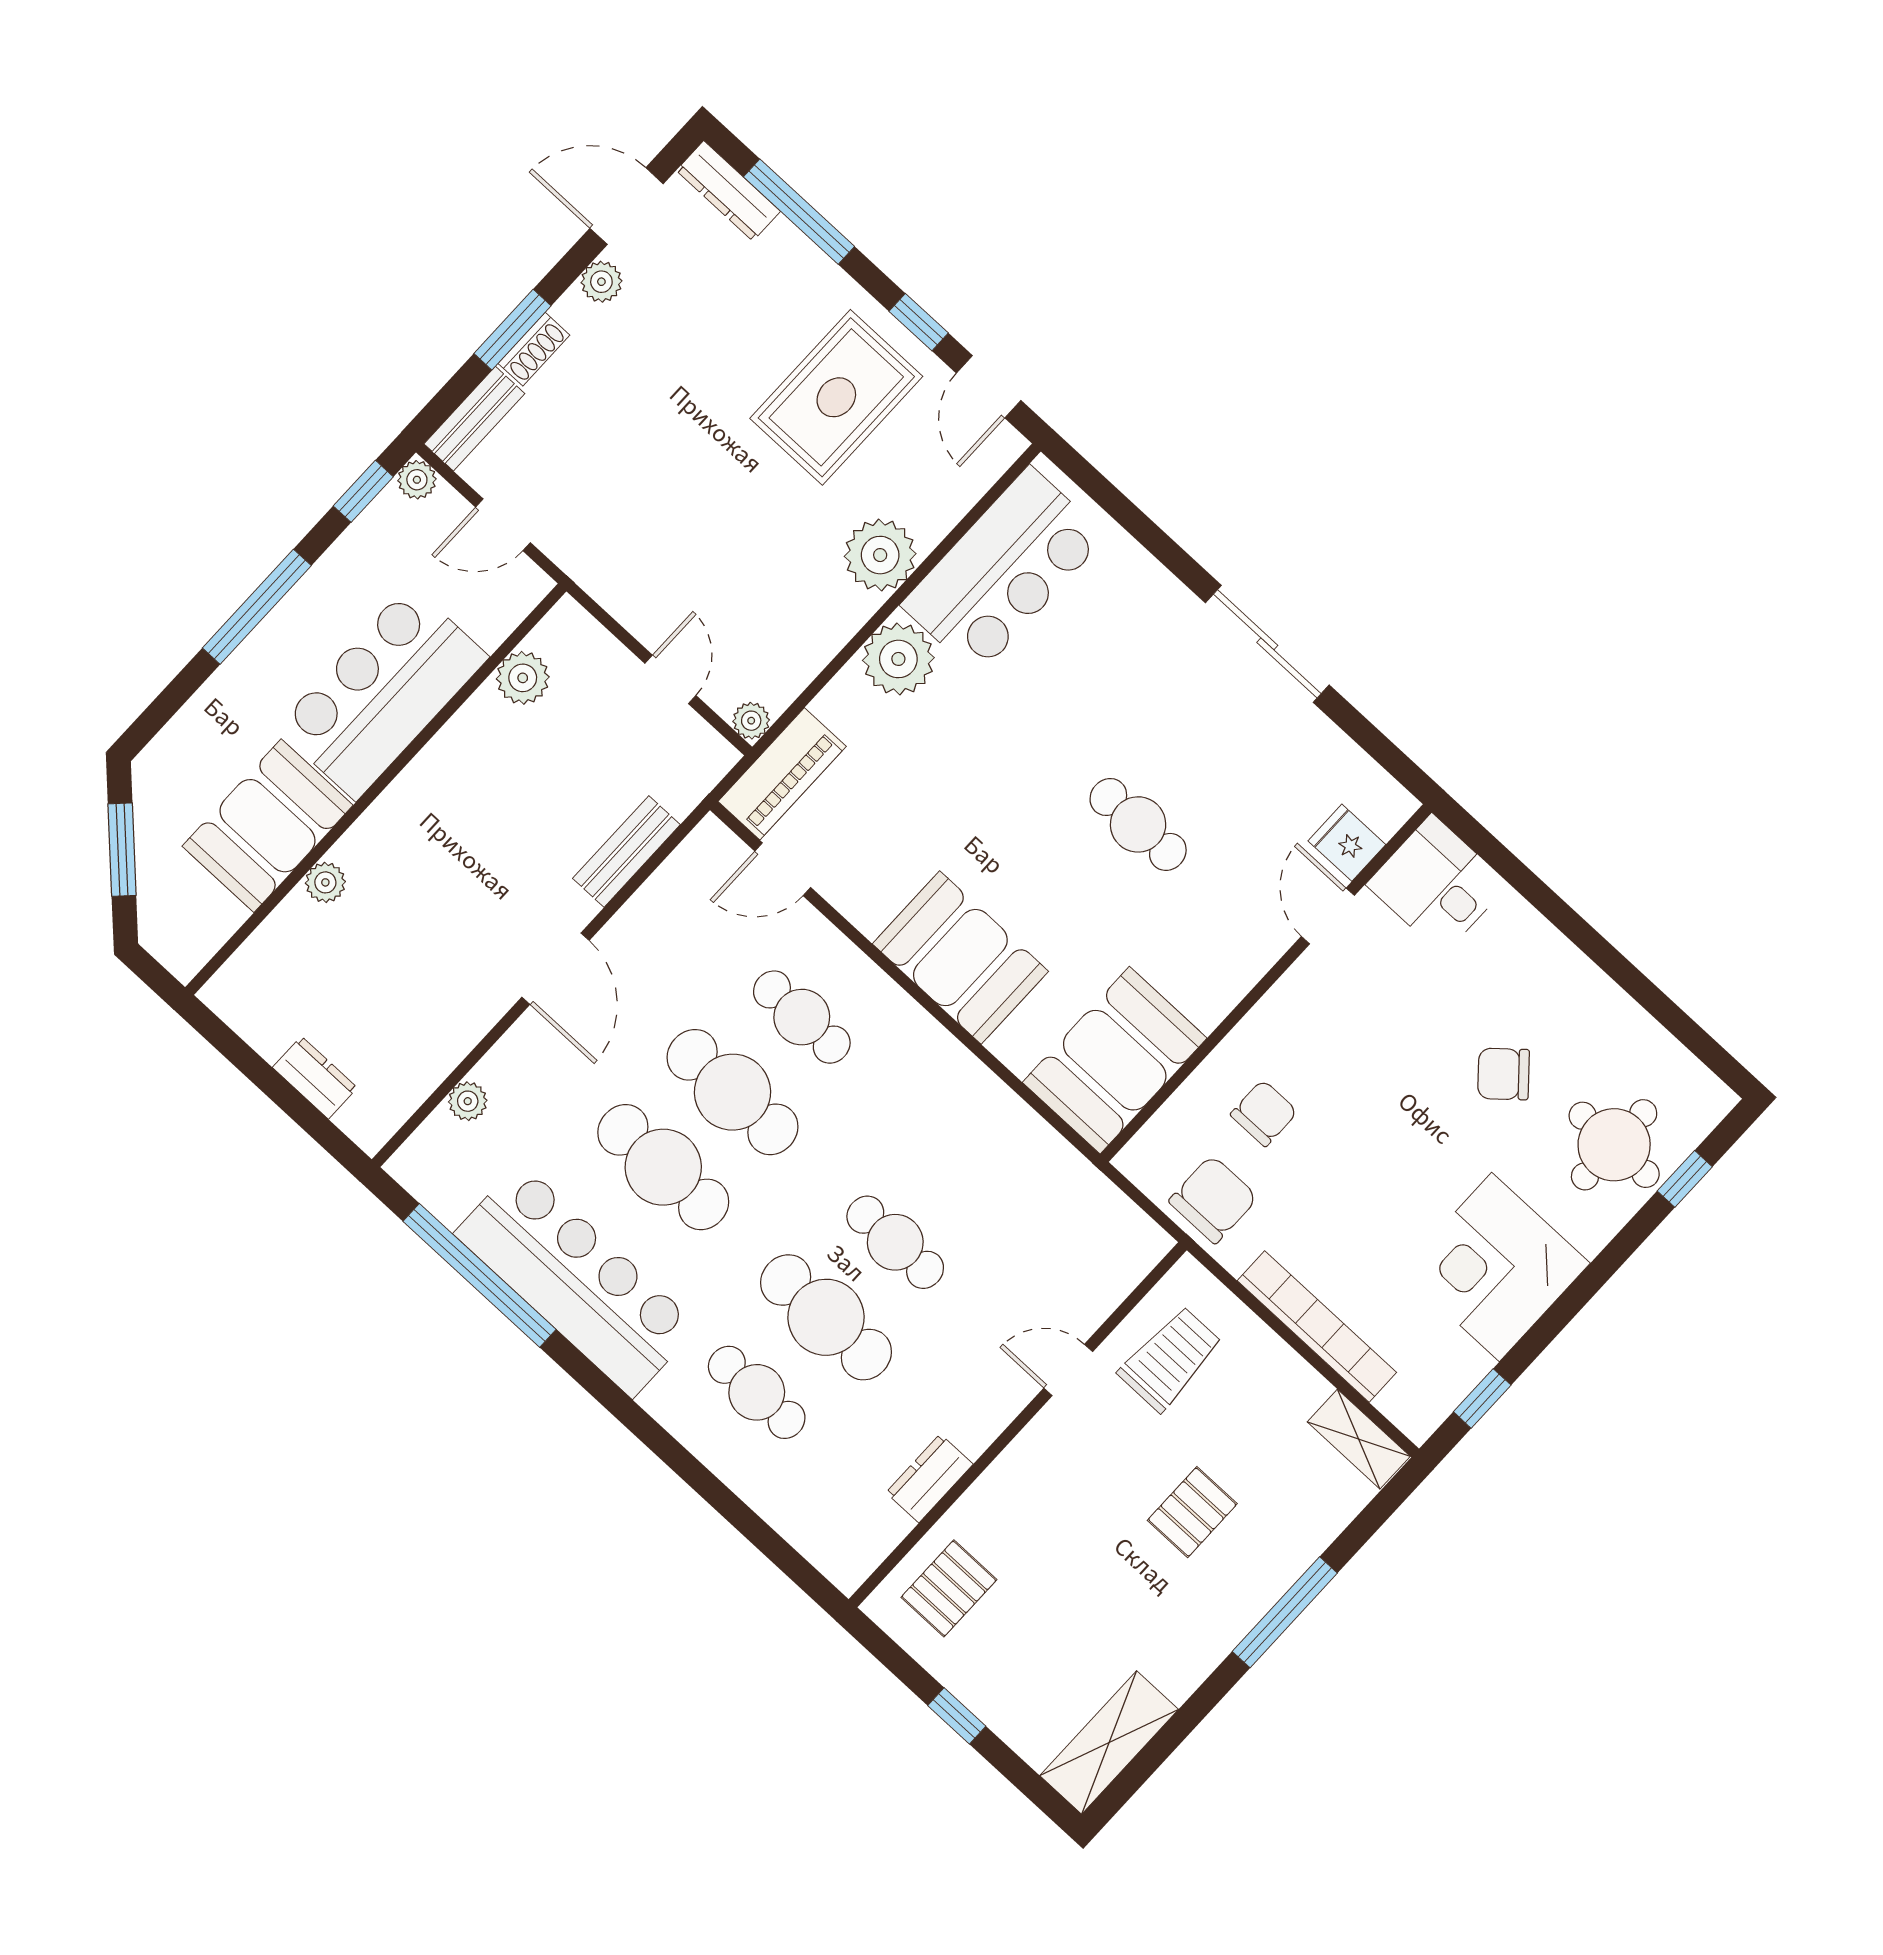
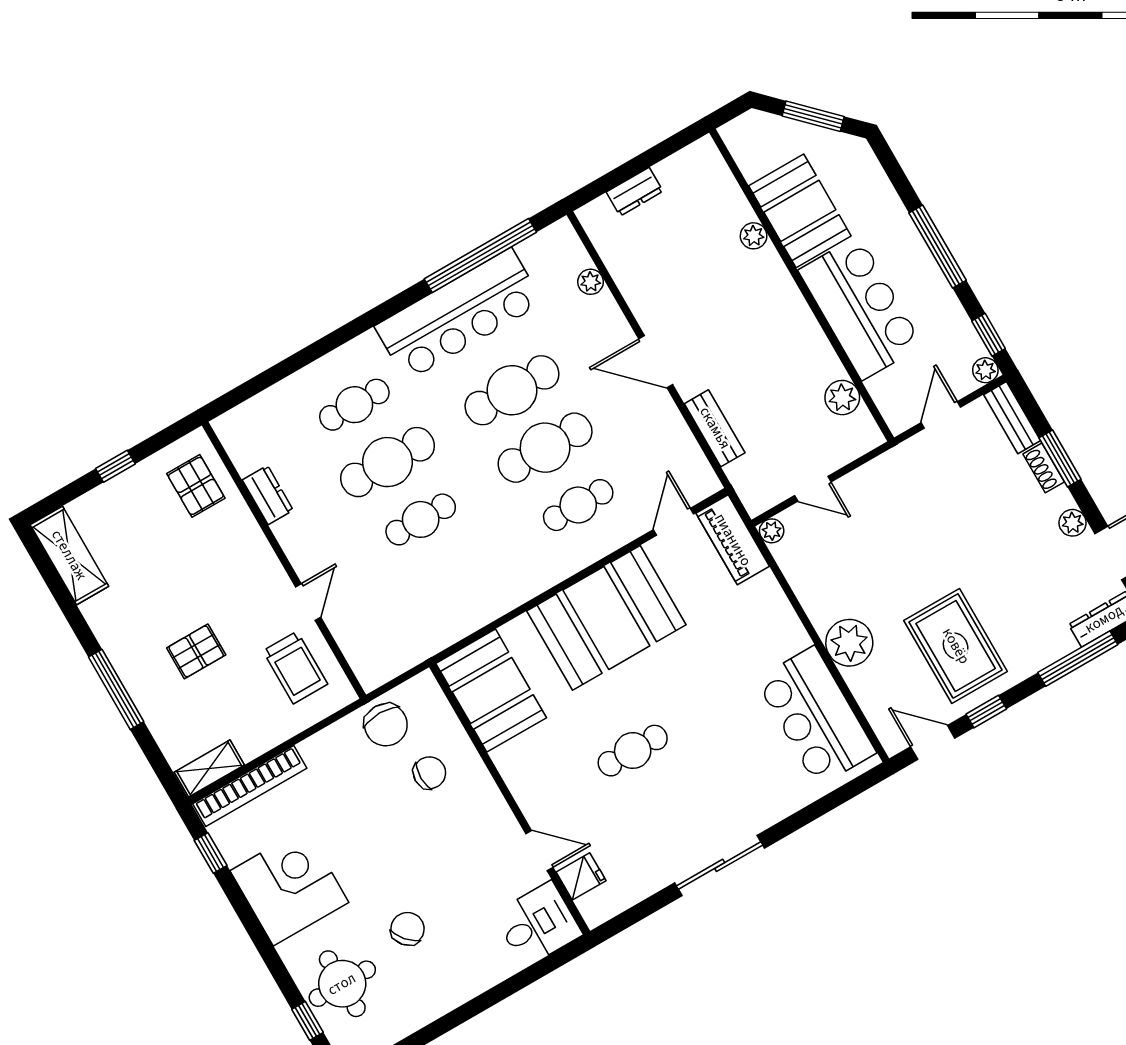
plant: (898, 659) -> (781, 634), removed
booth: (960, 958) -> (606, 618), width x1.36, depth x1.42
chair: (1264, 1113) -> (429, 773), turned -90
bookcase: (1317, 1327) -> (250, 786), moved
pallet: (1192, 1512) -> (196, 651), turned 90

